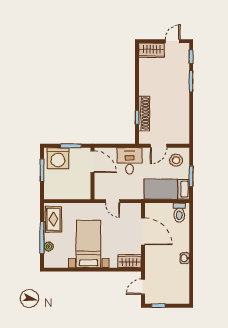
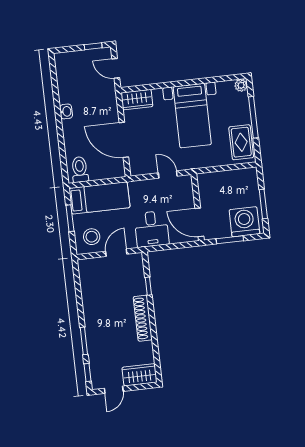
shoe rack: (144, 114) -> (143, 318), moved
plant: (49, 247) -> (241, 85), moved
door: (143, 287) -> (116, 68), swing flipped

